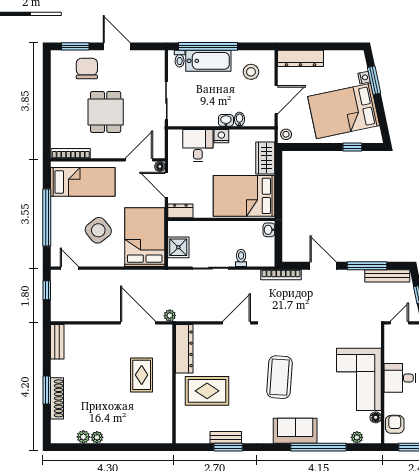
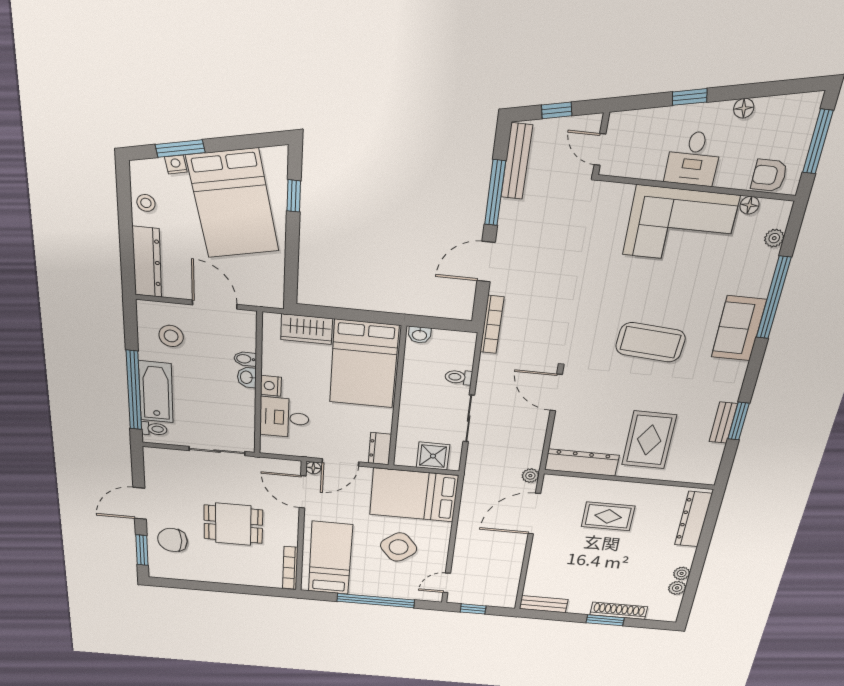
stool: (286, 134) -> (146, 203), moved
dresser: (146, 435) -> (693, 519), added

